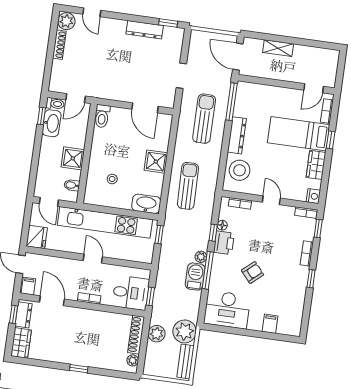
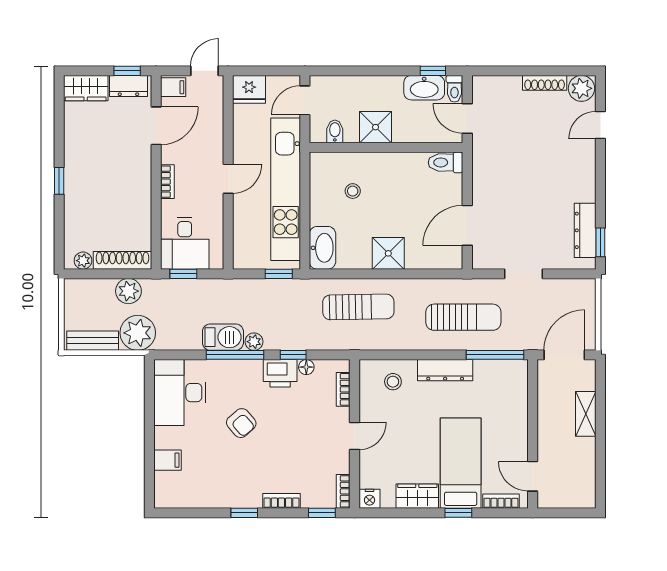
dresser: (145, 30) -> (585, 230), moved
stool: (240, 170) -> (393, 382), width x0.53, depth x0.53

